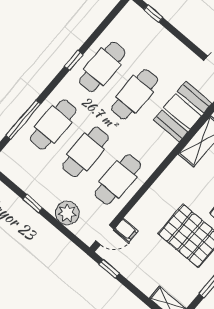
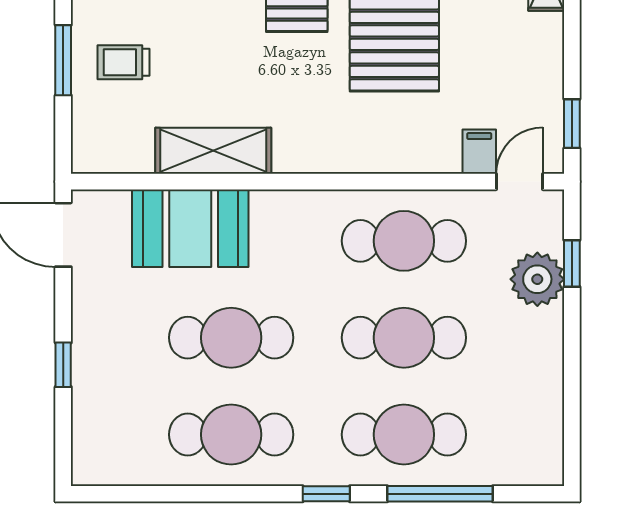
window: (153, 14) -> (63, 365), moved
window: (74, 60) -> (326, 494), moved
window: (33, 203) -> (572, 263), moved
door: (105, 235) -> (519, 182), hinge flipped

